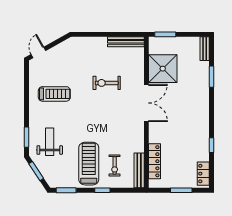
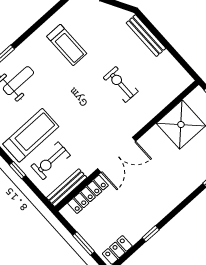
bench: (126, 42) -> (146, 36), moved
double door: (146, 103) -> (117, 155), moved
exercise bike: (115, 165) -> (51, 161), width x1.38, depth x1.39

